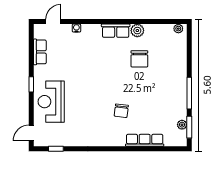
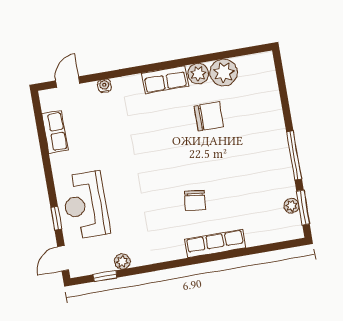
plant: (178, 29) -> (224, 73), moved, width x1.88, depth x1.88
chair: (139, 59) -> (209, 116), turned -90
window: (31, 84) -> (56, 218), moved
row of seats: (145, 140) -> (215, 244), moved
plant: (69, 142) -> (122, 261), added

